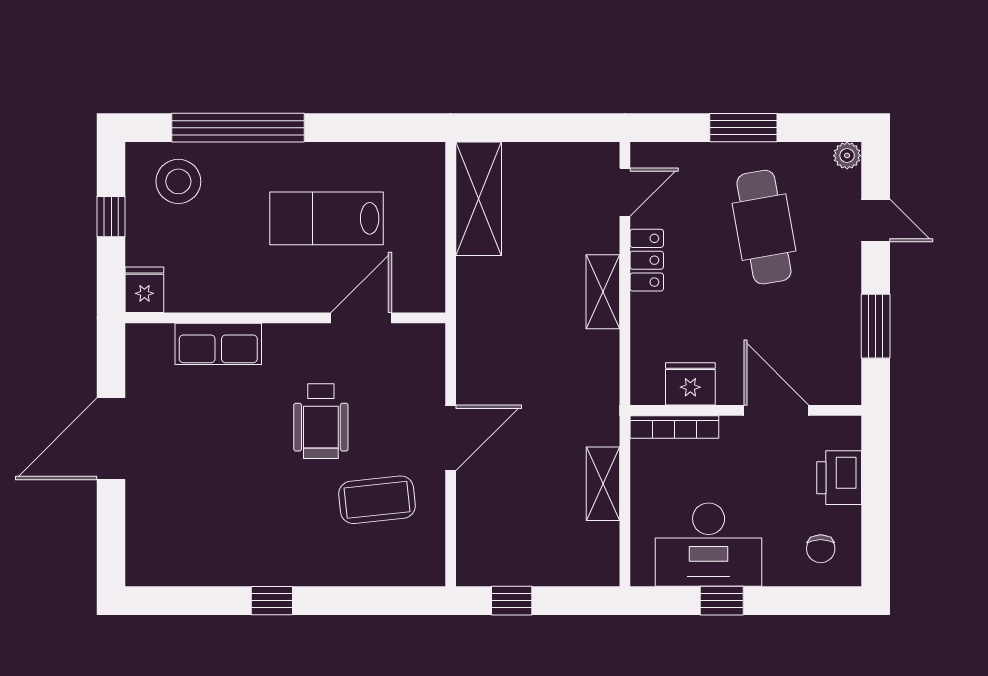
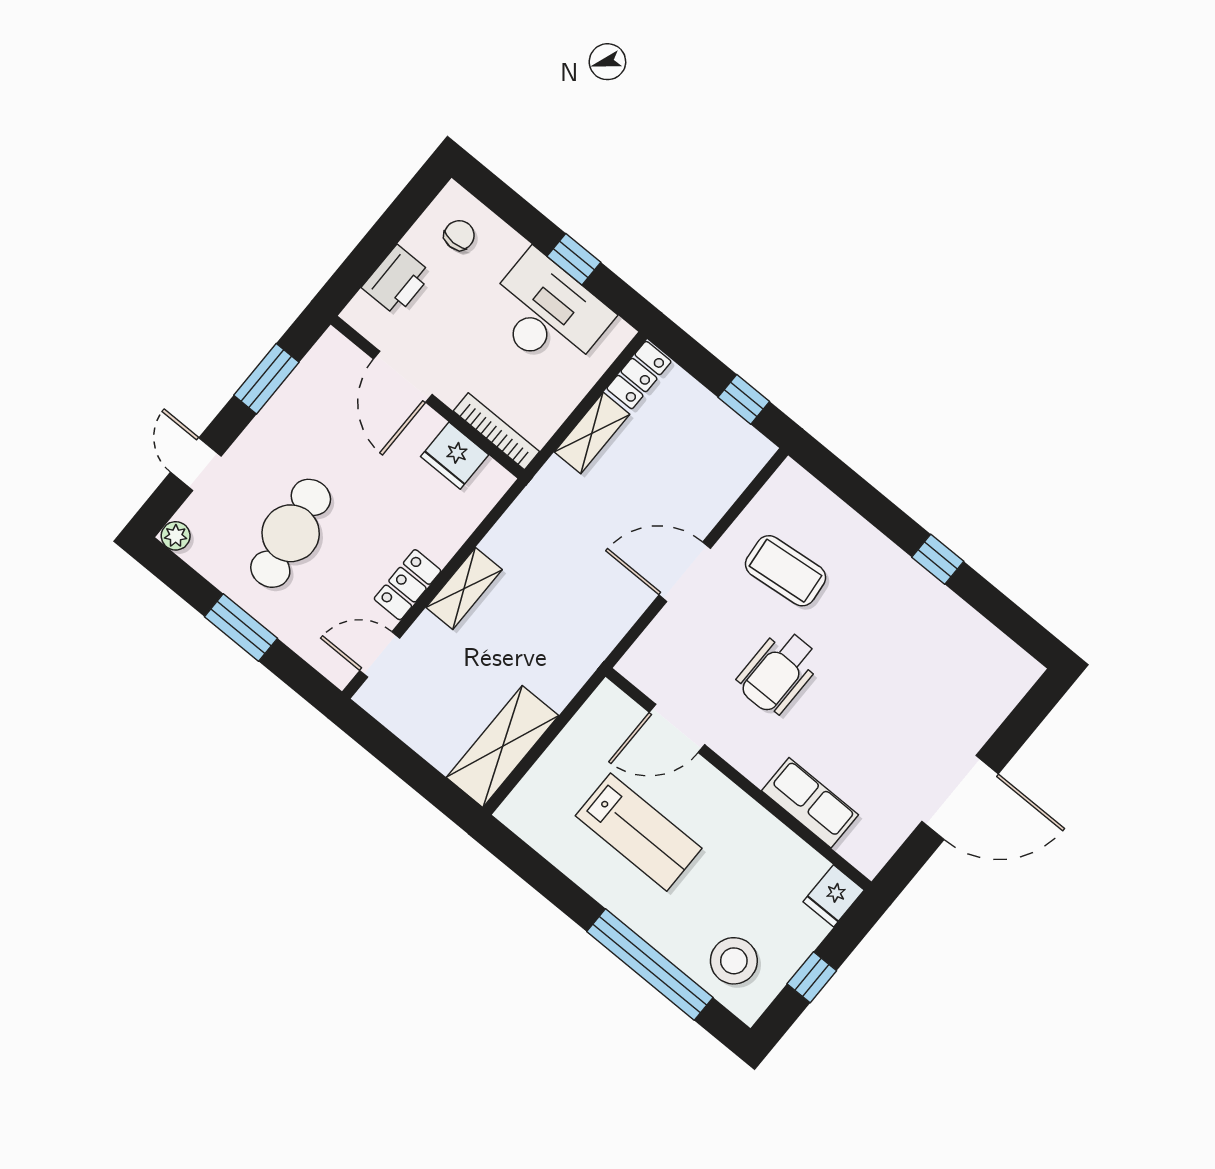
wheelchair: (321, 421) -> (778, 672), turned 180
locker: (604, 555) -> (639, 375), added

